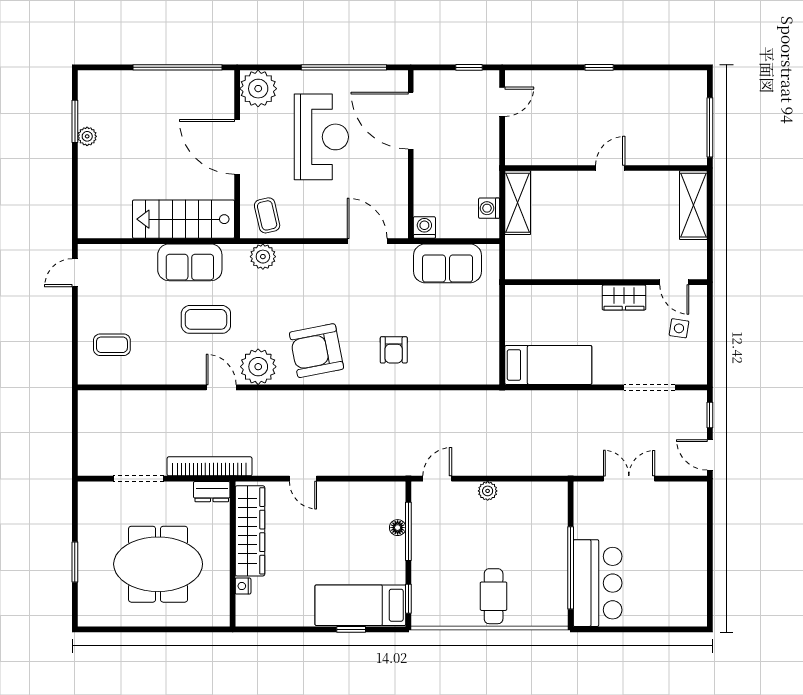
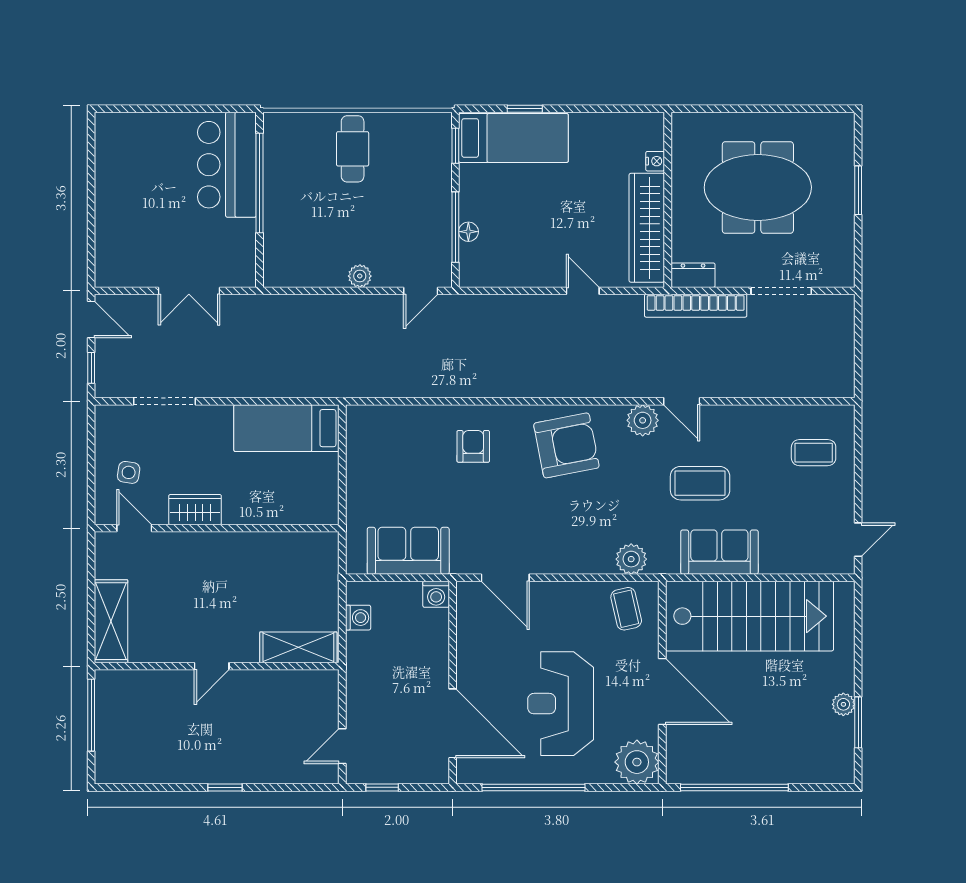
shelving: (518, 203) -> (298, 647), moved, turned 90
stairs: (183, 219) -> (750, 616), width x1.36, depth x1.51
plant: (258, 367) -> (643, 420), width x0.73, depth x0.73

